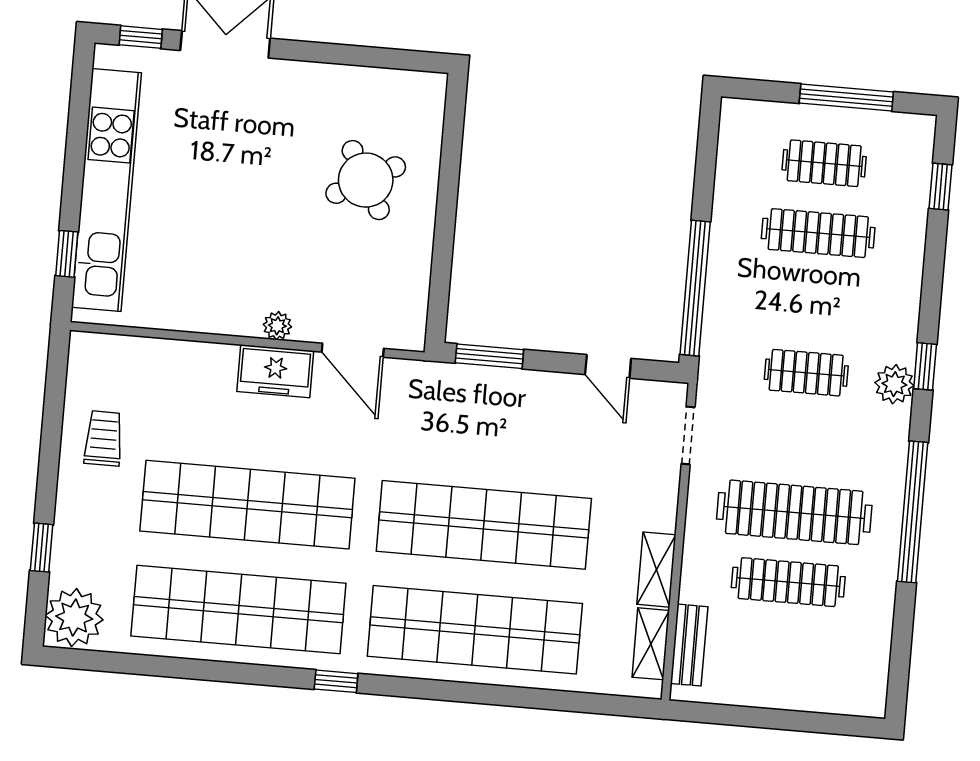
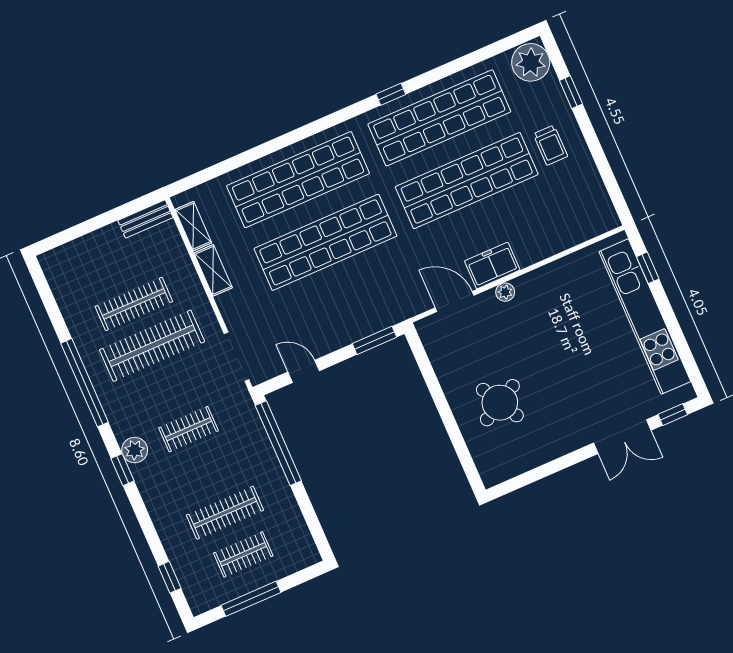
doorway: (688, 435) -> (237, 357), width x1.38
trolley: (104, 438) -> (550, 145), moved
bench: (689, 645) -> (145, 219), moved, turned 90
window: (336, 681) -> (391, 94), moved

